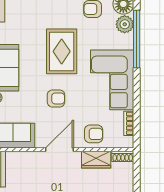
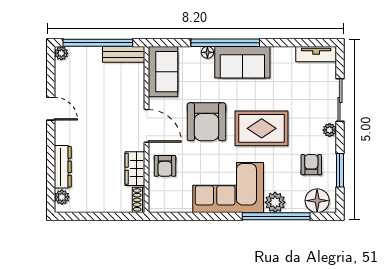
plant: (125, 24) -> (275, 202), moved
armchair: (56, 98) -> (206, 122), width x1.88, depth x1.88
bookcase: (129, 123) -> (177, 207), removed

